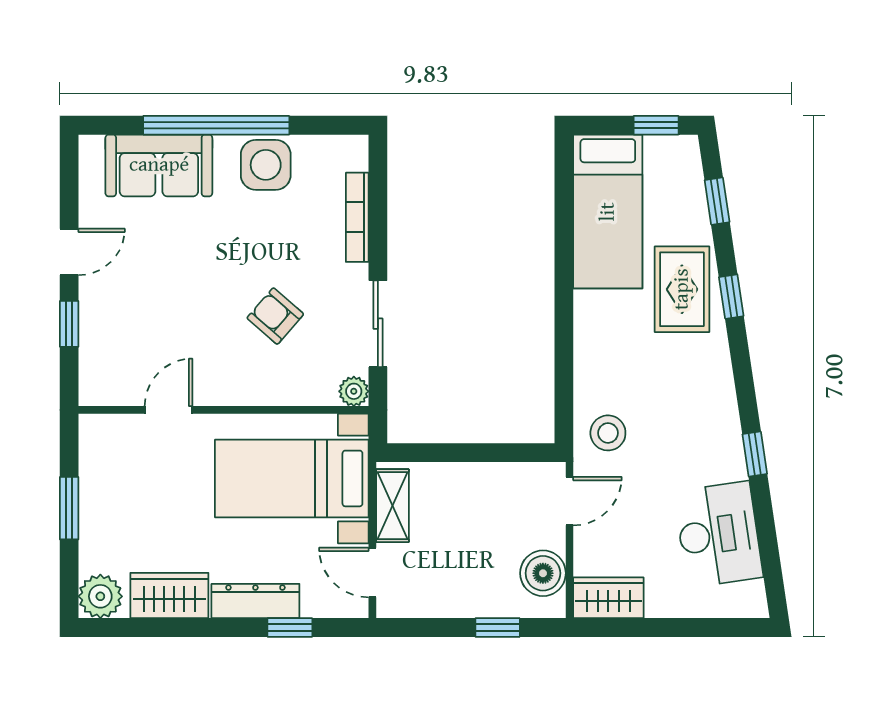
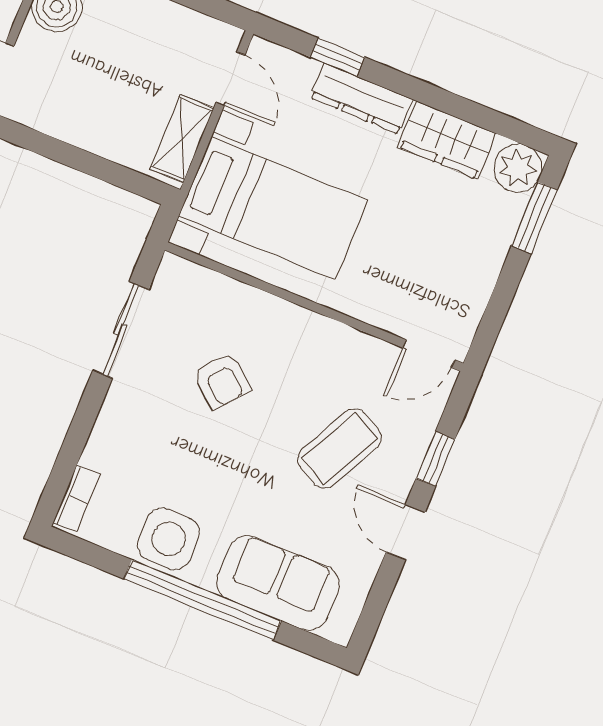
bookcase: (357, 217) -> (76, 498), moved, width x0.64
door: (69, 252) -> (405, 532), hinge flipped
coffee table: (154, 300) -> (339, 448), added
plant: (354, 391) -> (174, 271), removed
door: (169, 410) -> (429, 354), moved
window: (69, 508) -> (534, 218), moved

